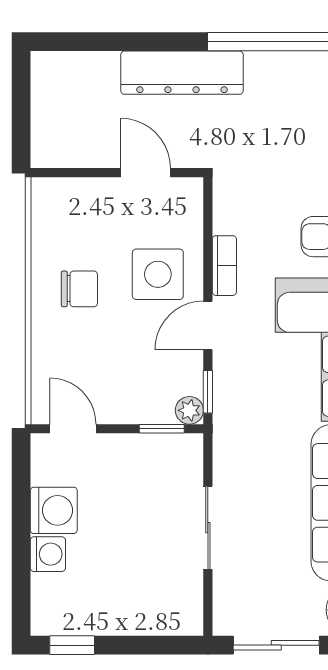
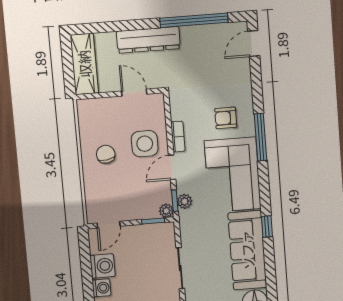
wardrobe: (53, 109) -> (84, 64), added
chair: (79, 289) -> (106, 154), turned -99
plant: (227, 395) -> (185, 201), added
door: (73, 429) -> (109, 225), swing flipped

